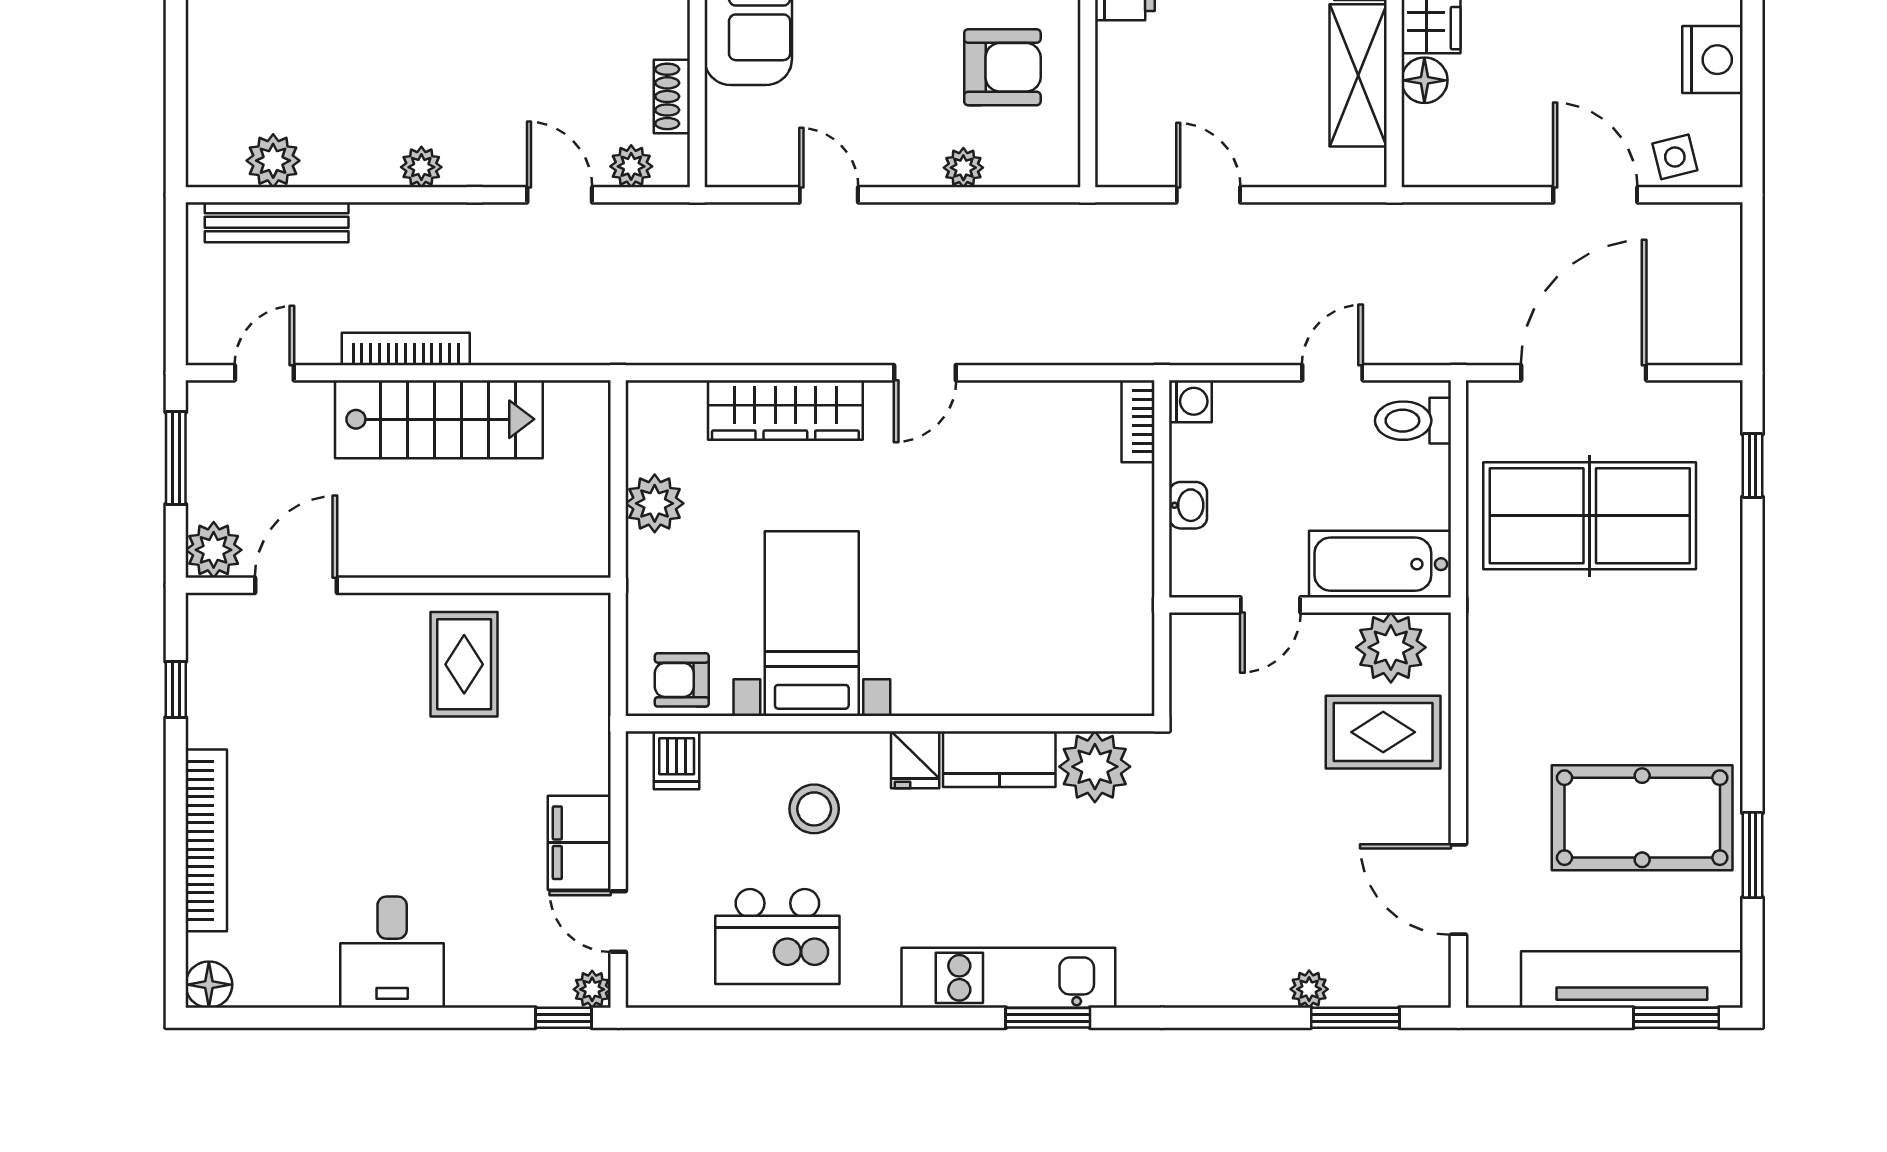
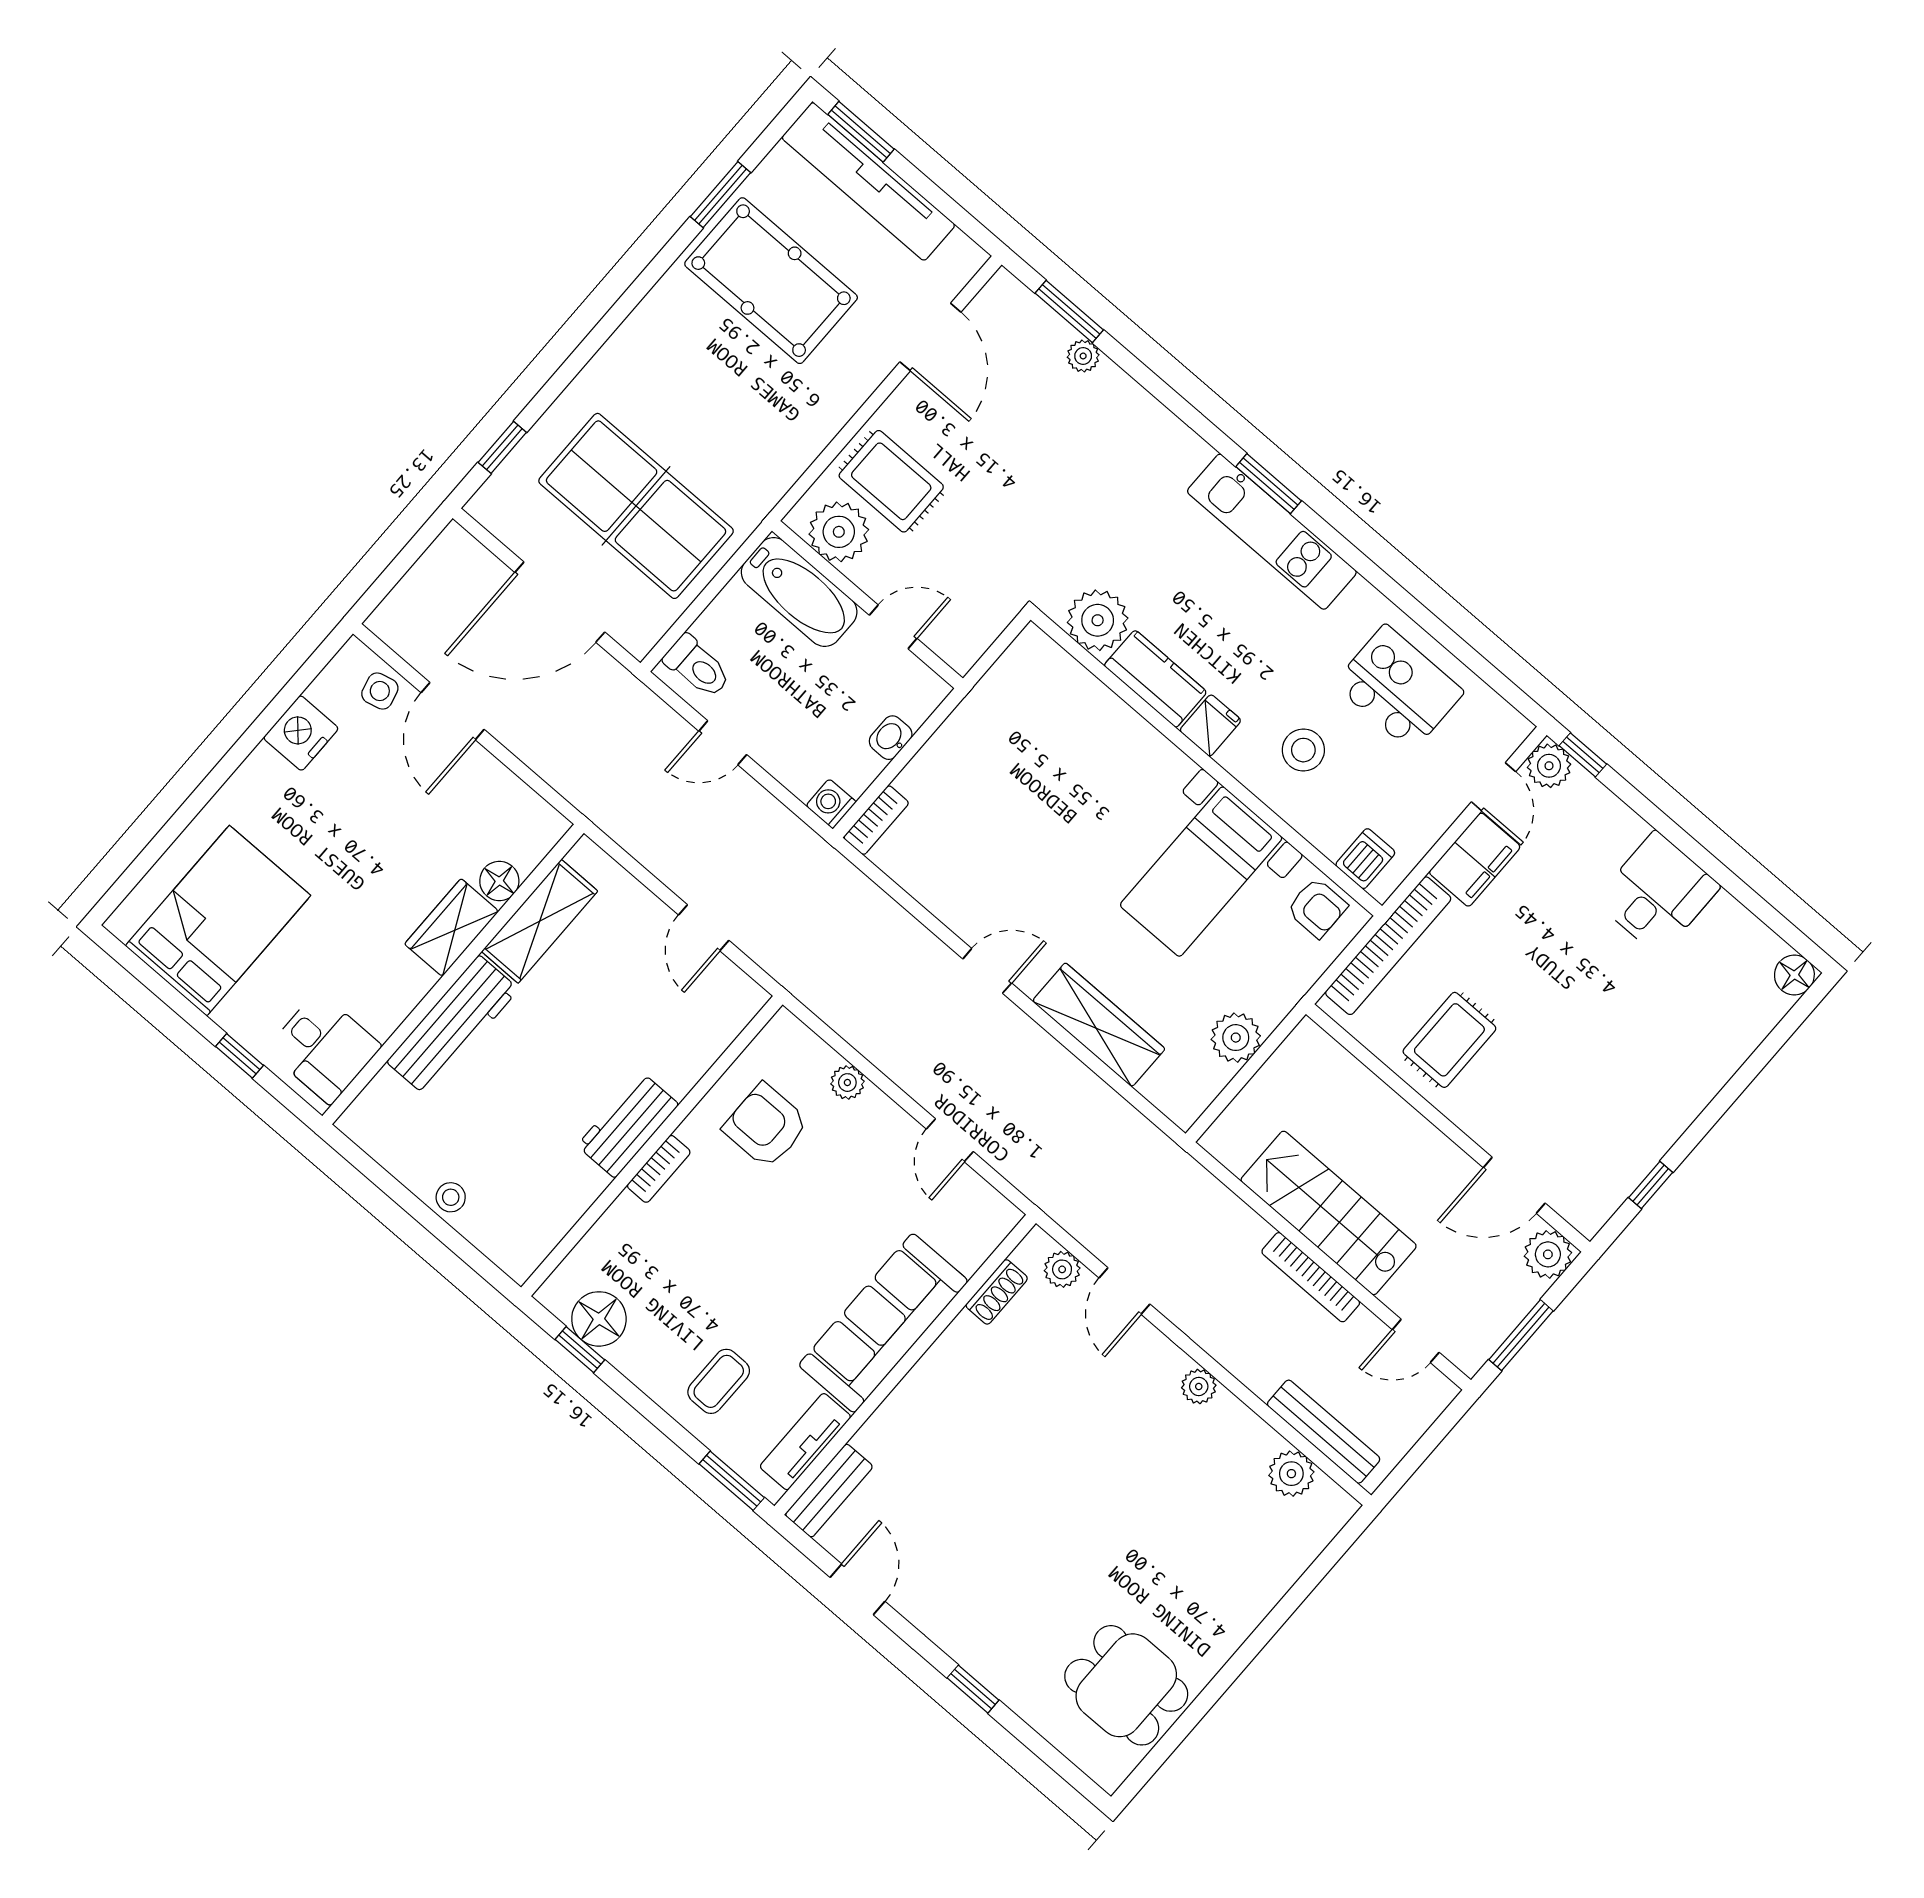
bookcase: (206, 840) -> (1388, 946), moved, turned 180
plant: (592, 989) -> (1549, 766), width x1.38, depth x1.38

